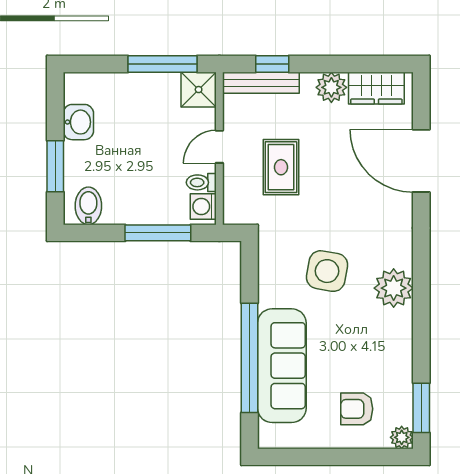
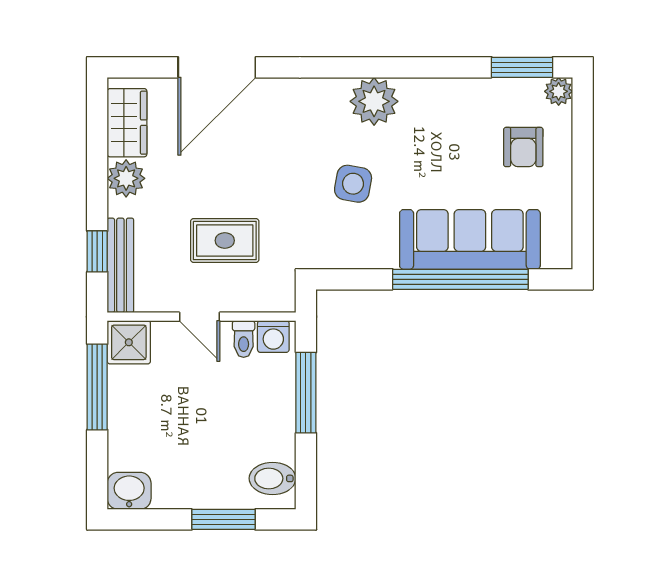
washbasin: (78, 122) -> (129, 491), moved
side table: (327, 271) -> (353, 184), width x0.73, depth x0.73

